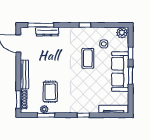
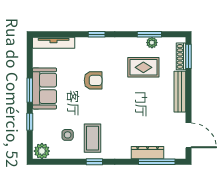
coffee table: (88, 58) -> (93, 138), moved
sofa: (120, 72) -> (44, 88), width x0.73
armchair: (86, 83) -> (93, 80), added
rug: (50, 92) -> (143, 67), turned 90

